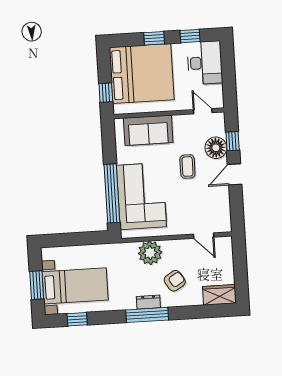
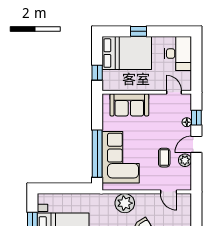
window: (190, 36) -> (167, 31), removed
bed: (142, 74) -> (127, 53), width x0.73
floor lamp: (216, 148) -> (187, 122), width x0.53, depth x0.53
coffee table: (187, 167) -> (164, 158), moved
plant: (222, 195) -> (185, 160), added

